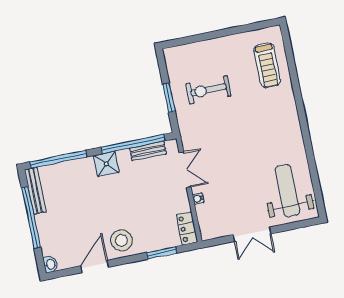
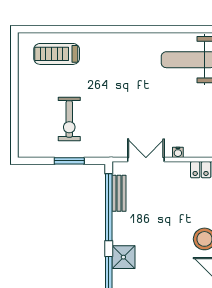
treadmill: (267, 65) -> (57, 54), turned 180
shower: (106, 164) -> (123, 257), moved

